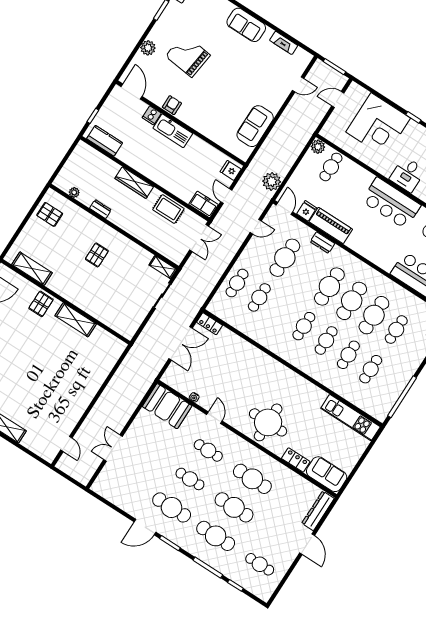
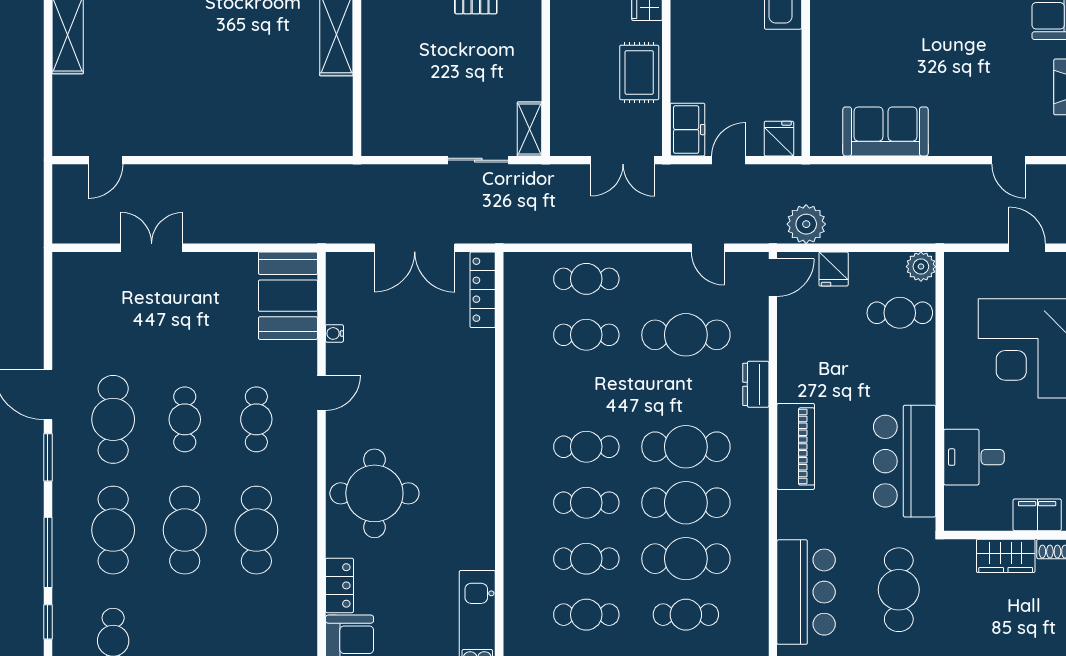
fridge: (307, 211) -> (834, 269), moved, turned 90
piano: (331, 225) -> (796, 446), moved
locker: (210, 324) -> (483, 290), width x1.53

